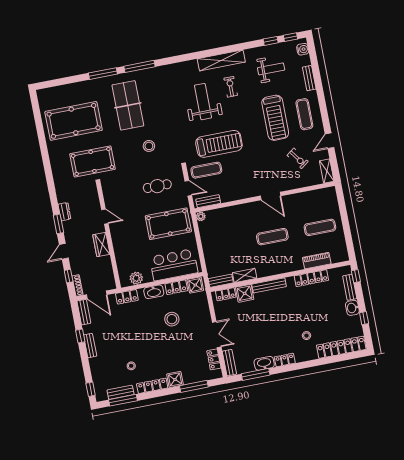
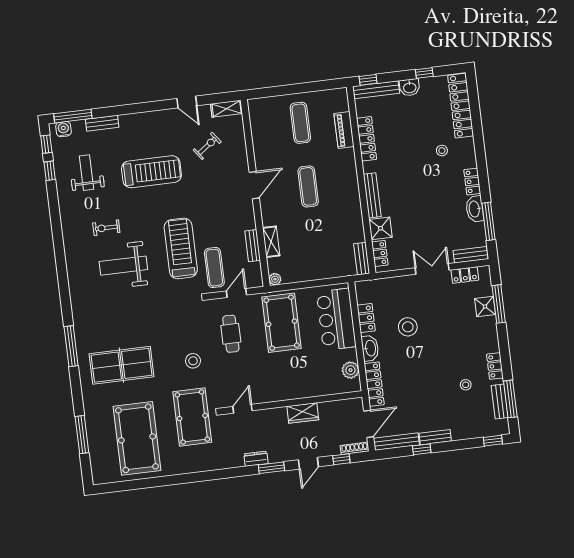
window: (313, 56) -> (73, 116), added
shelving: (221, 60) -> (71, 238), removed
window: (103, 74) -> (82, 435), moved
exercise mat: (304, 114) -> (149, 133), removed
stool: (149, 146) -> (193, 361), moved
bench: (208, 201) -> (253, 246), moved
door: (105, 217) -> (242, 409), moved
door: (64, 251) -> (308, 463), hinge flipped
shelving: (245, 276) -> (271, 242), moved
shower: (195, 285) -> (365, 293), removed
bench: (350, 287) -> (376, 90), width x1.36
locker: (127, 297) -> (374, 384), width x1.53
bench: (84, 312) -> (396, 442), width x1.36
shower: (175, 379) -> (485, 306), moved
locker: (152, 386) -> (495, 366), width x0.66

